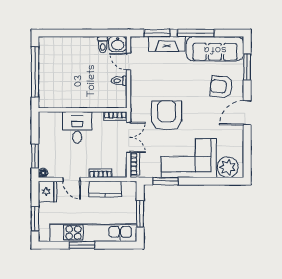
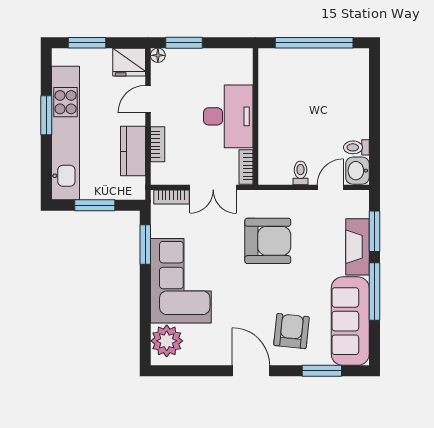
armchair: (167, 115) -> (268, 241), moved
desk: (77, 128) -> (228, 116), width x1.37

